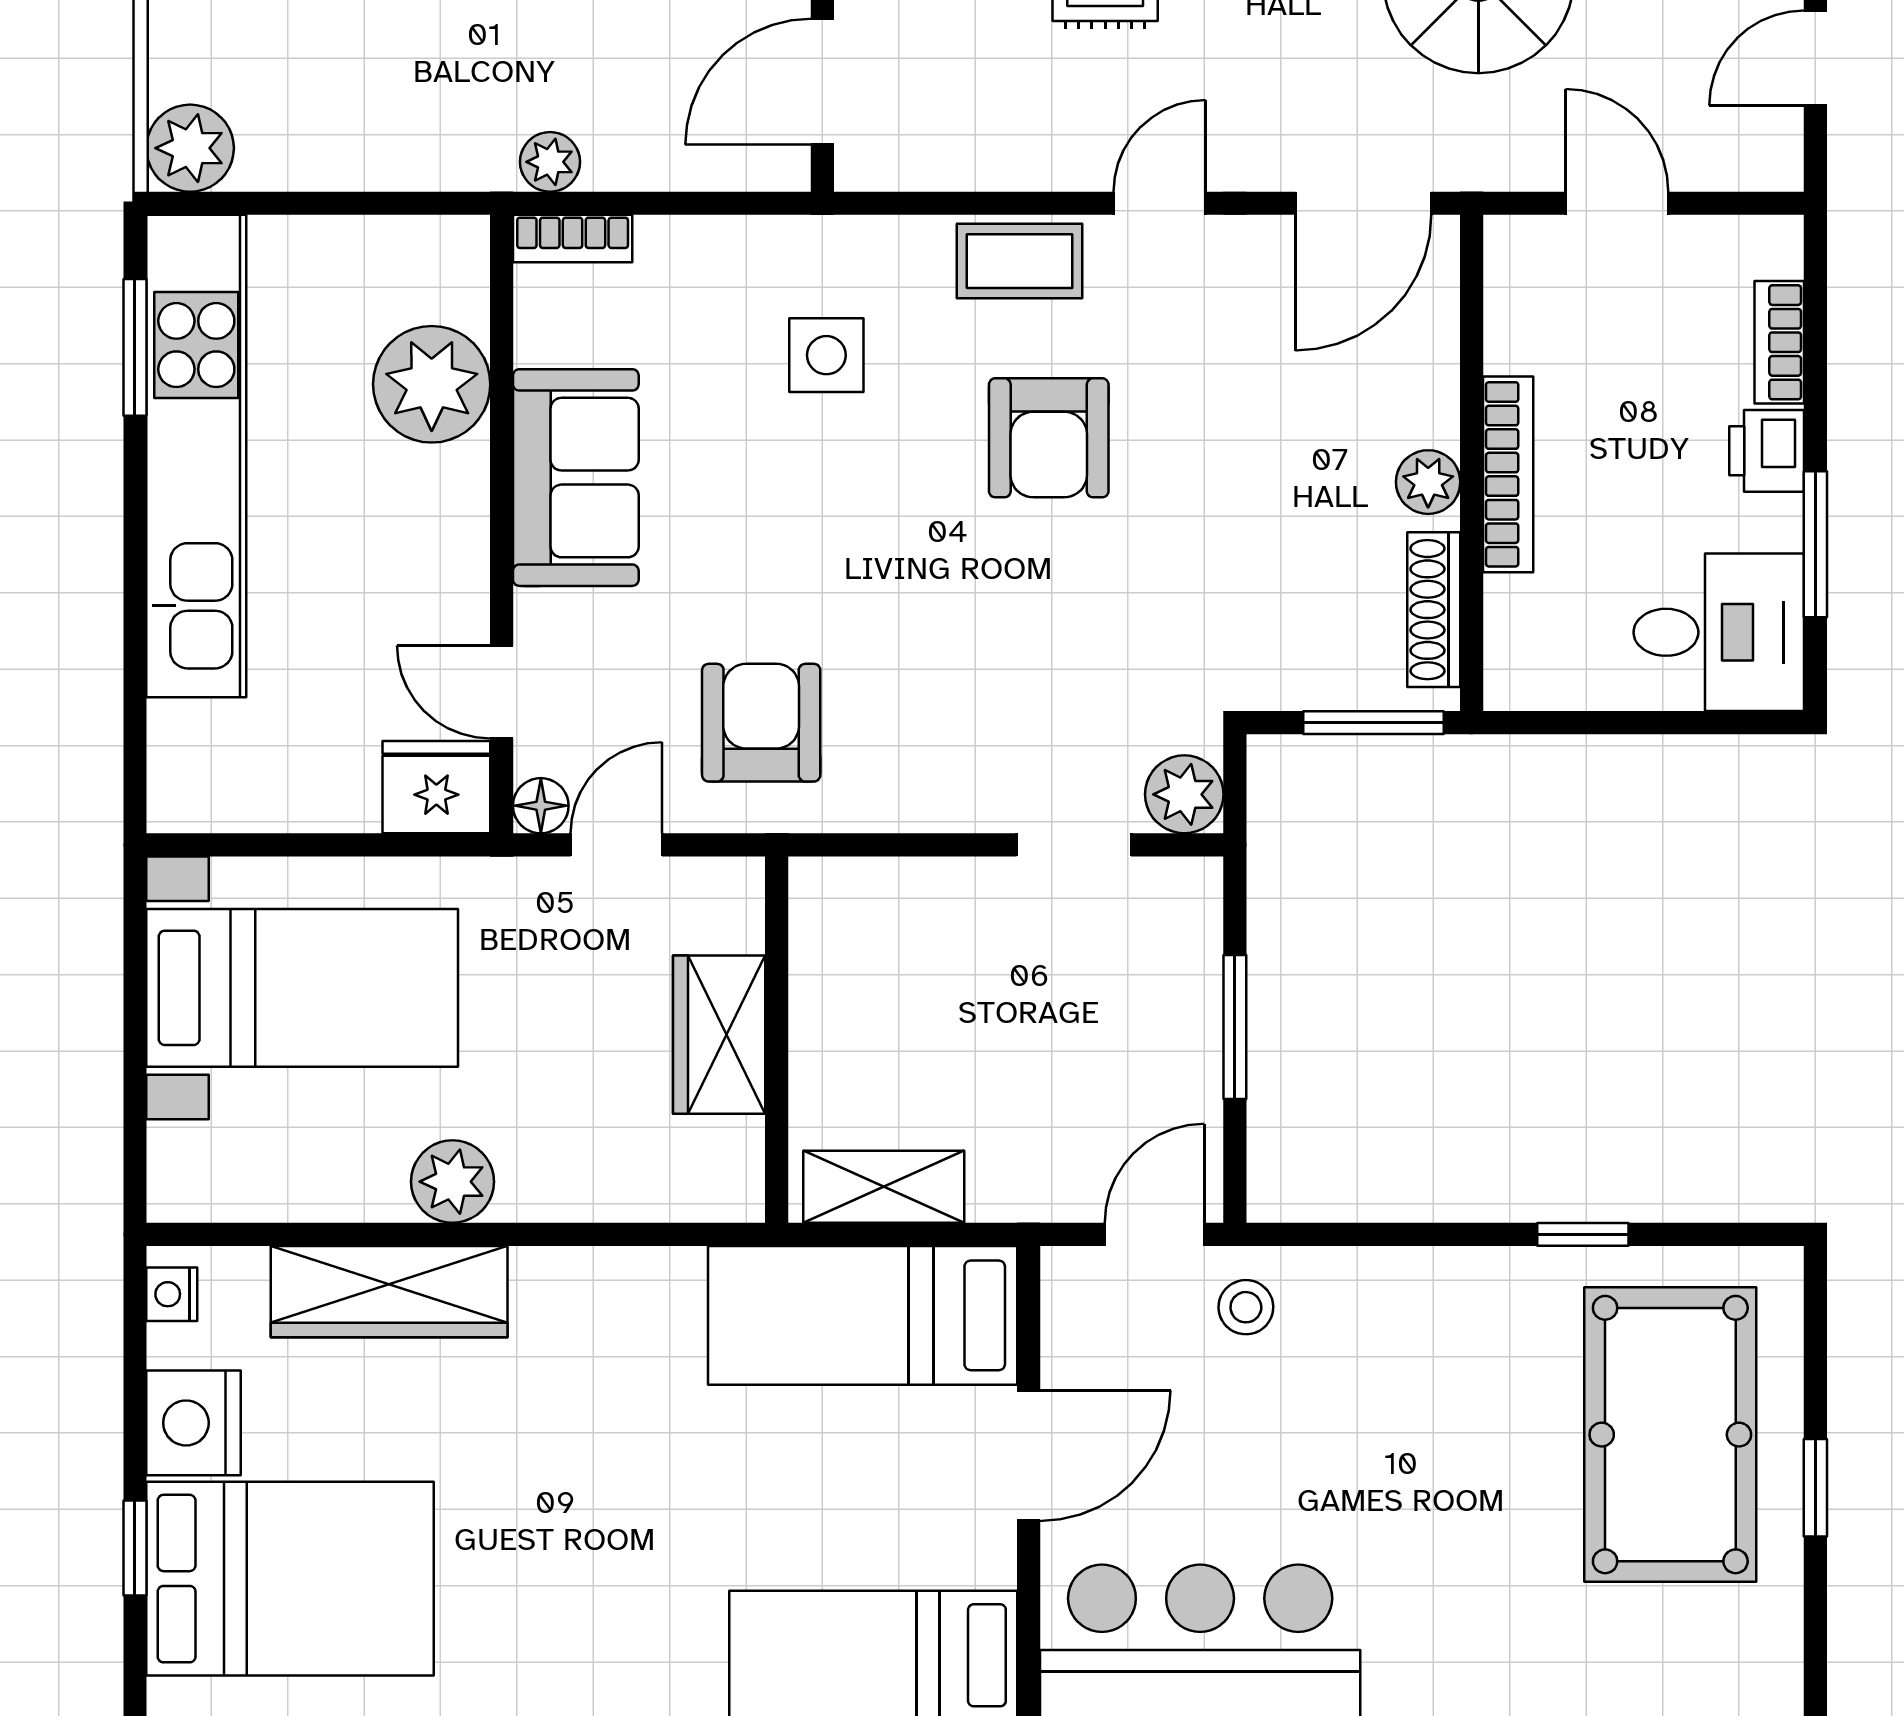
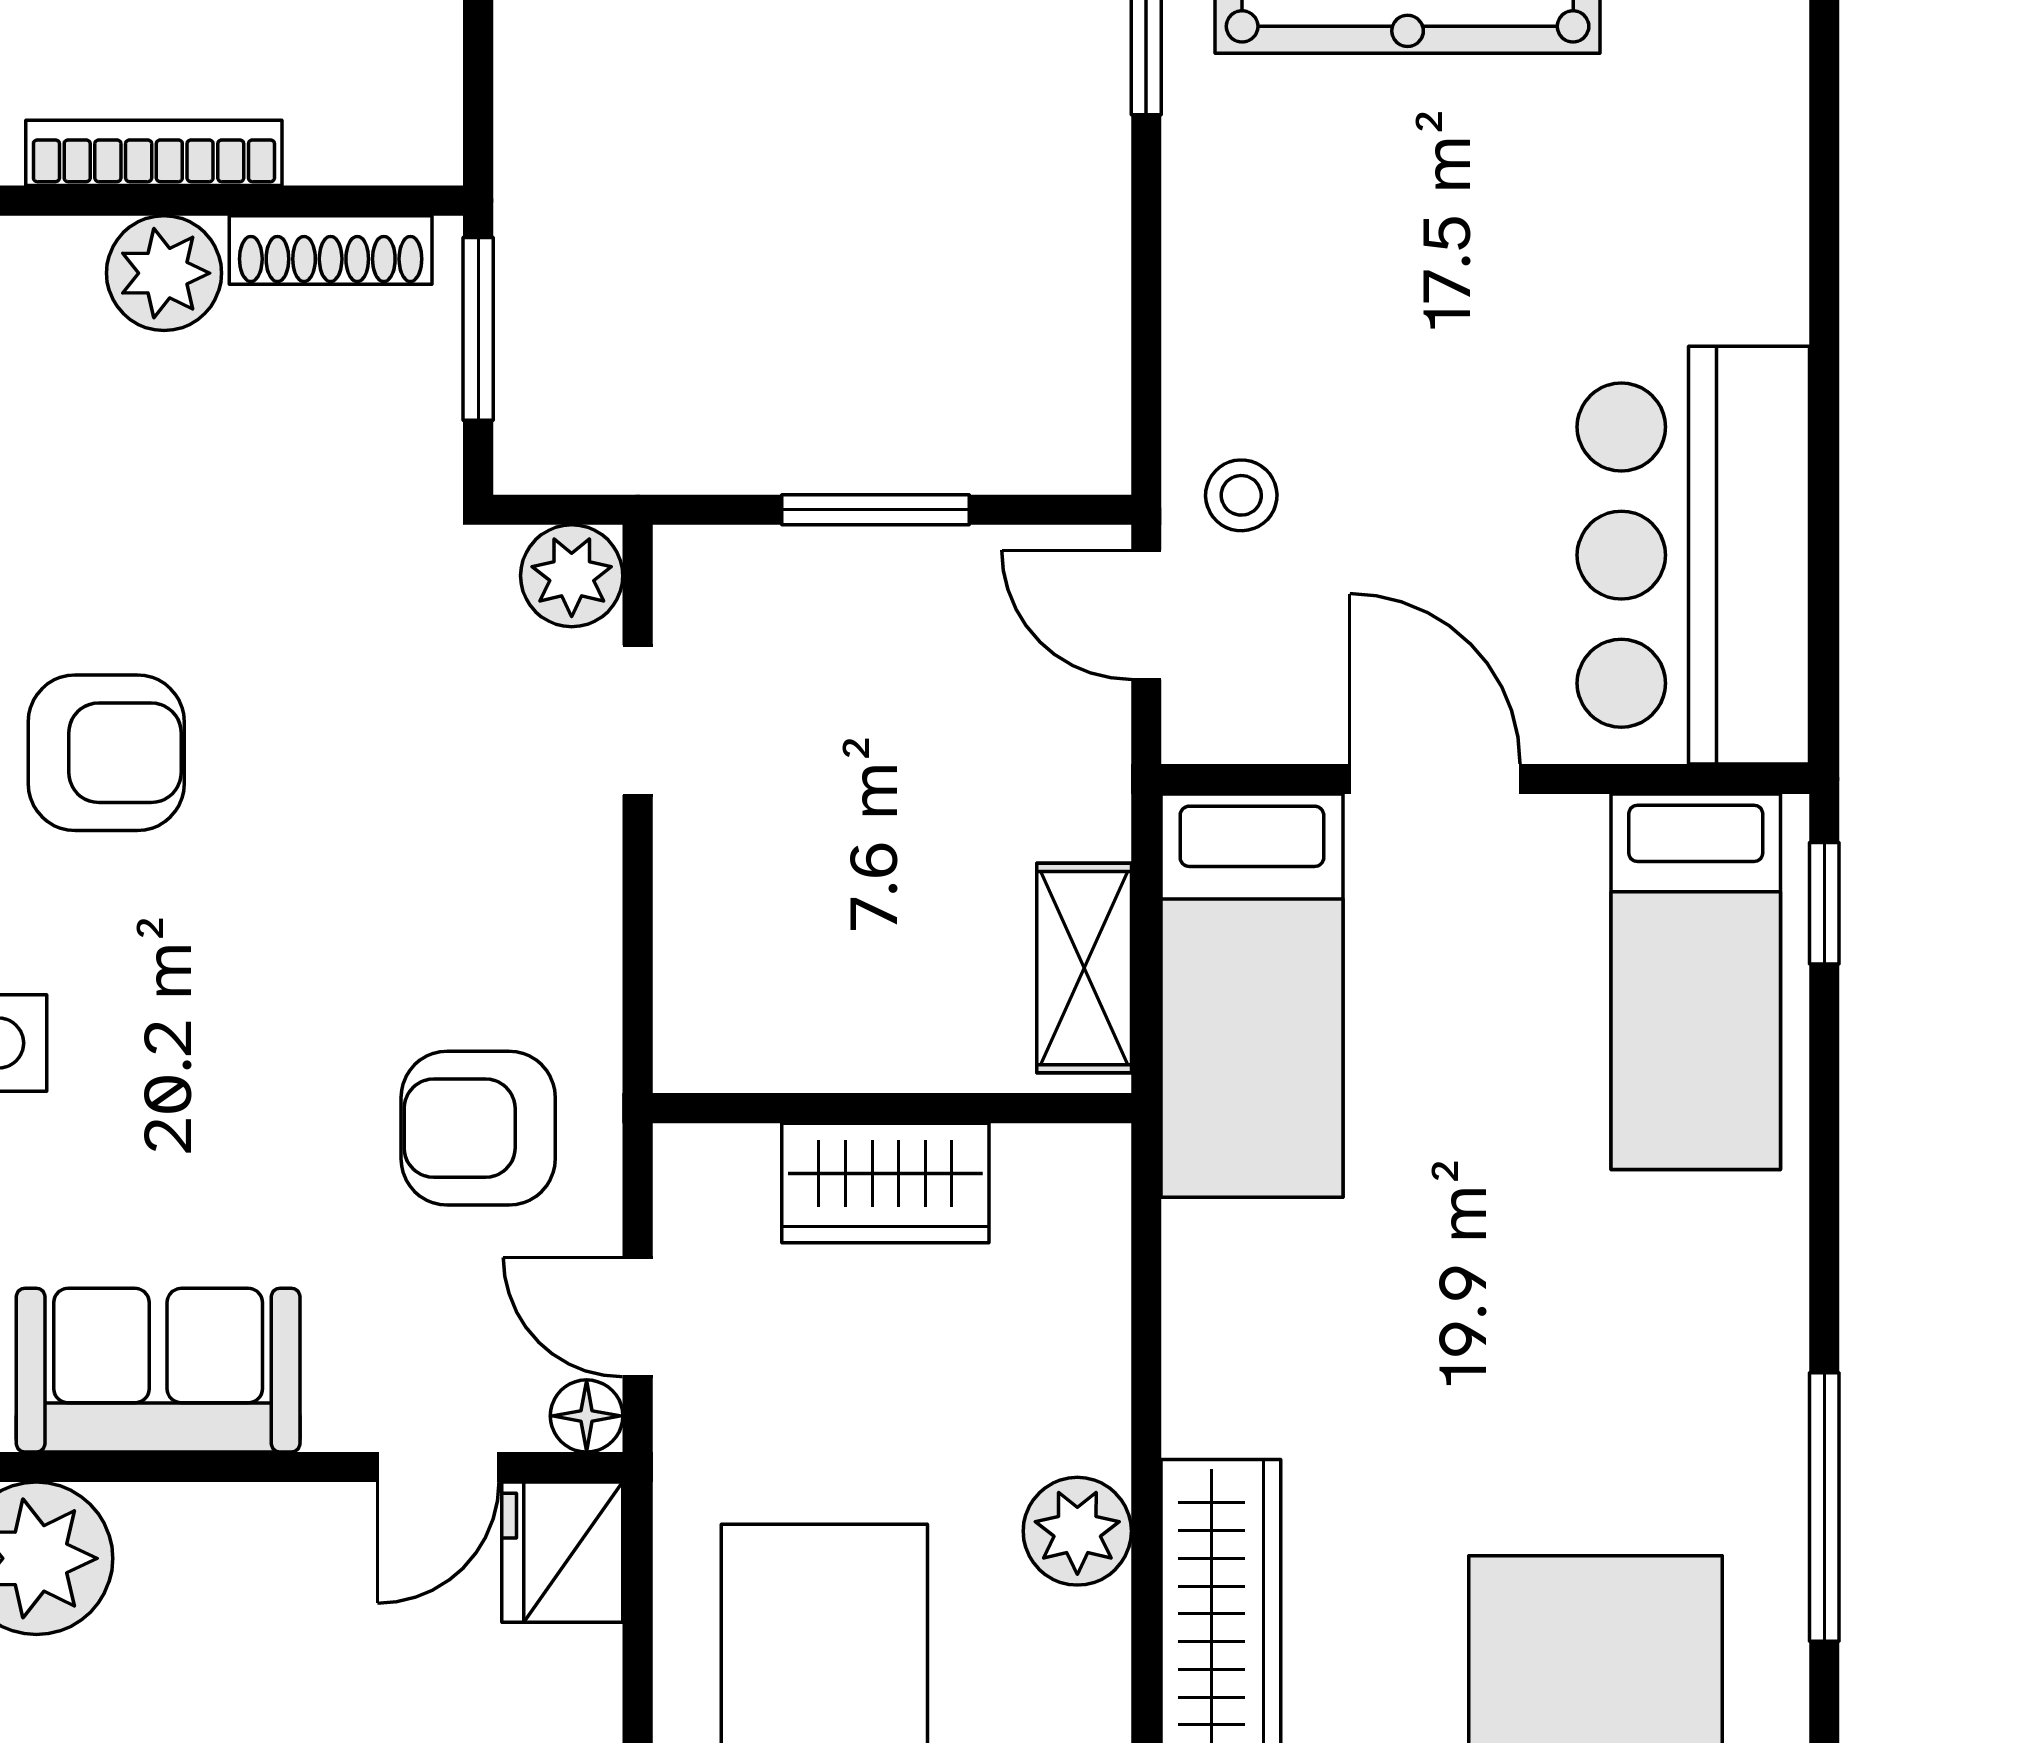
plant: (1428, 482) -> (164, 273), width x1.38, depth x1.38

